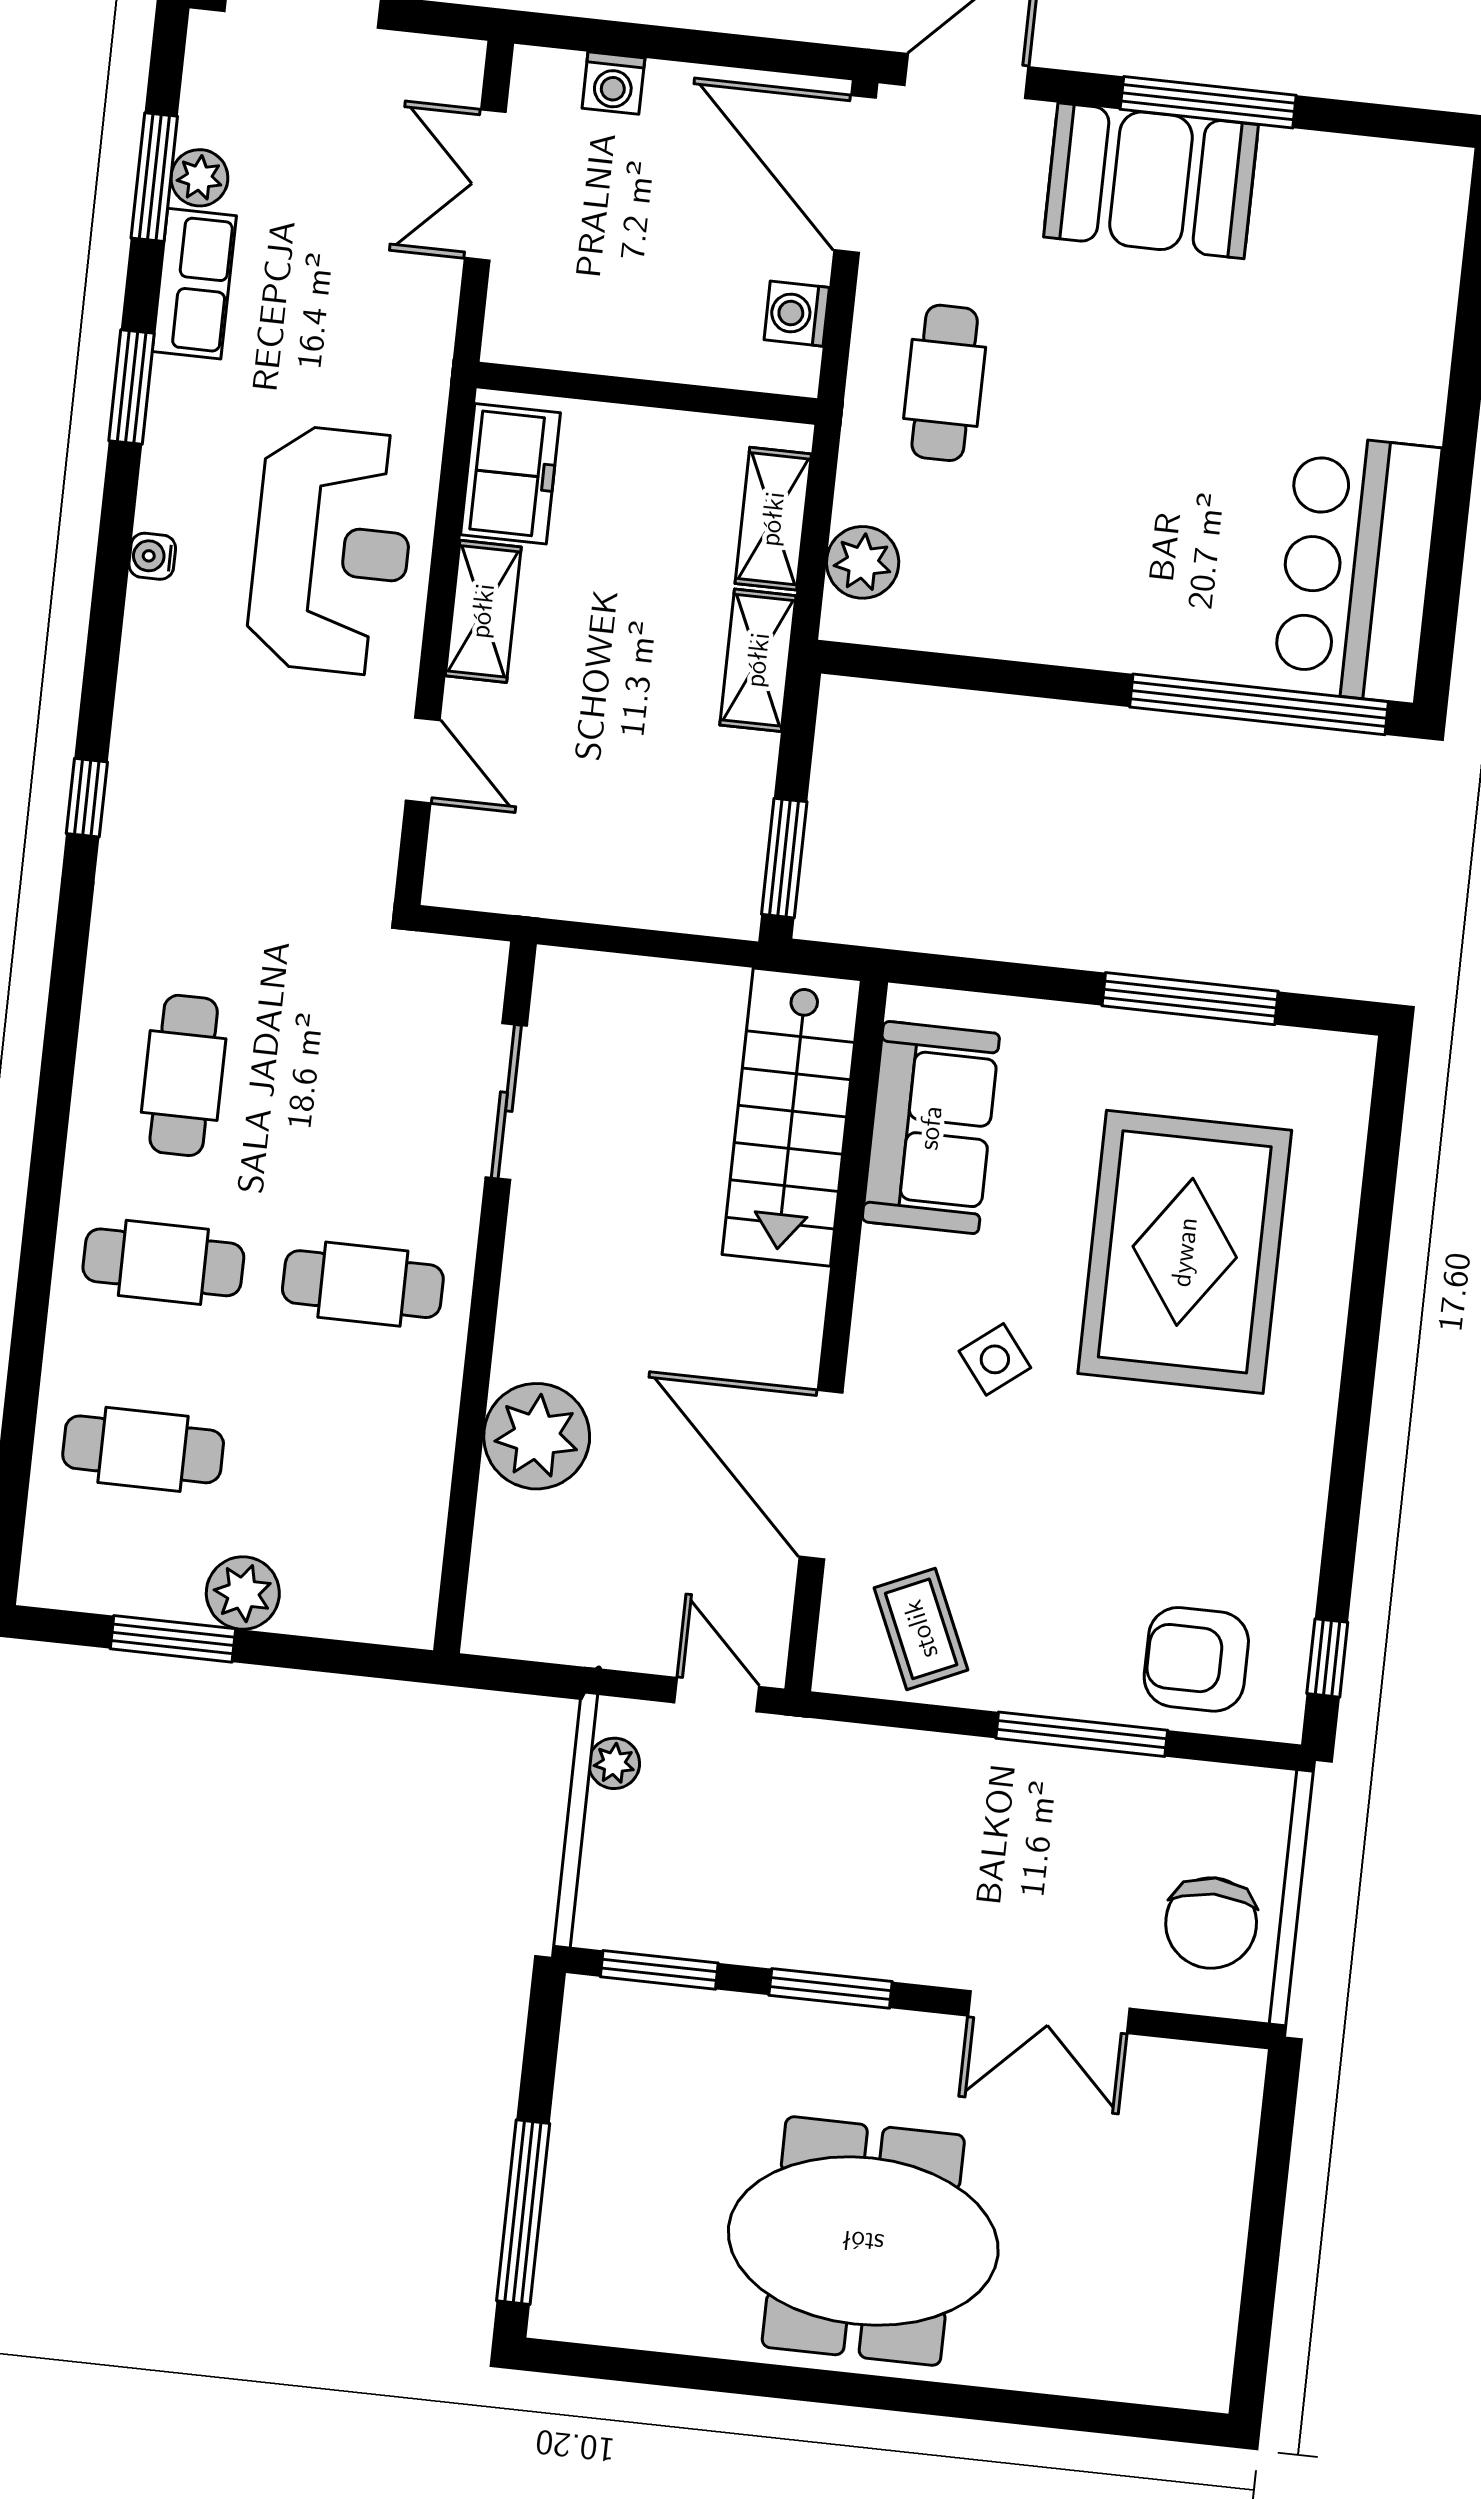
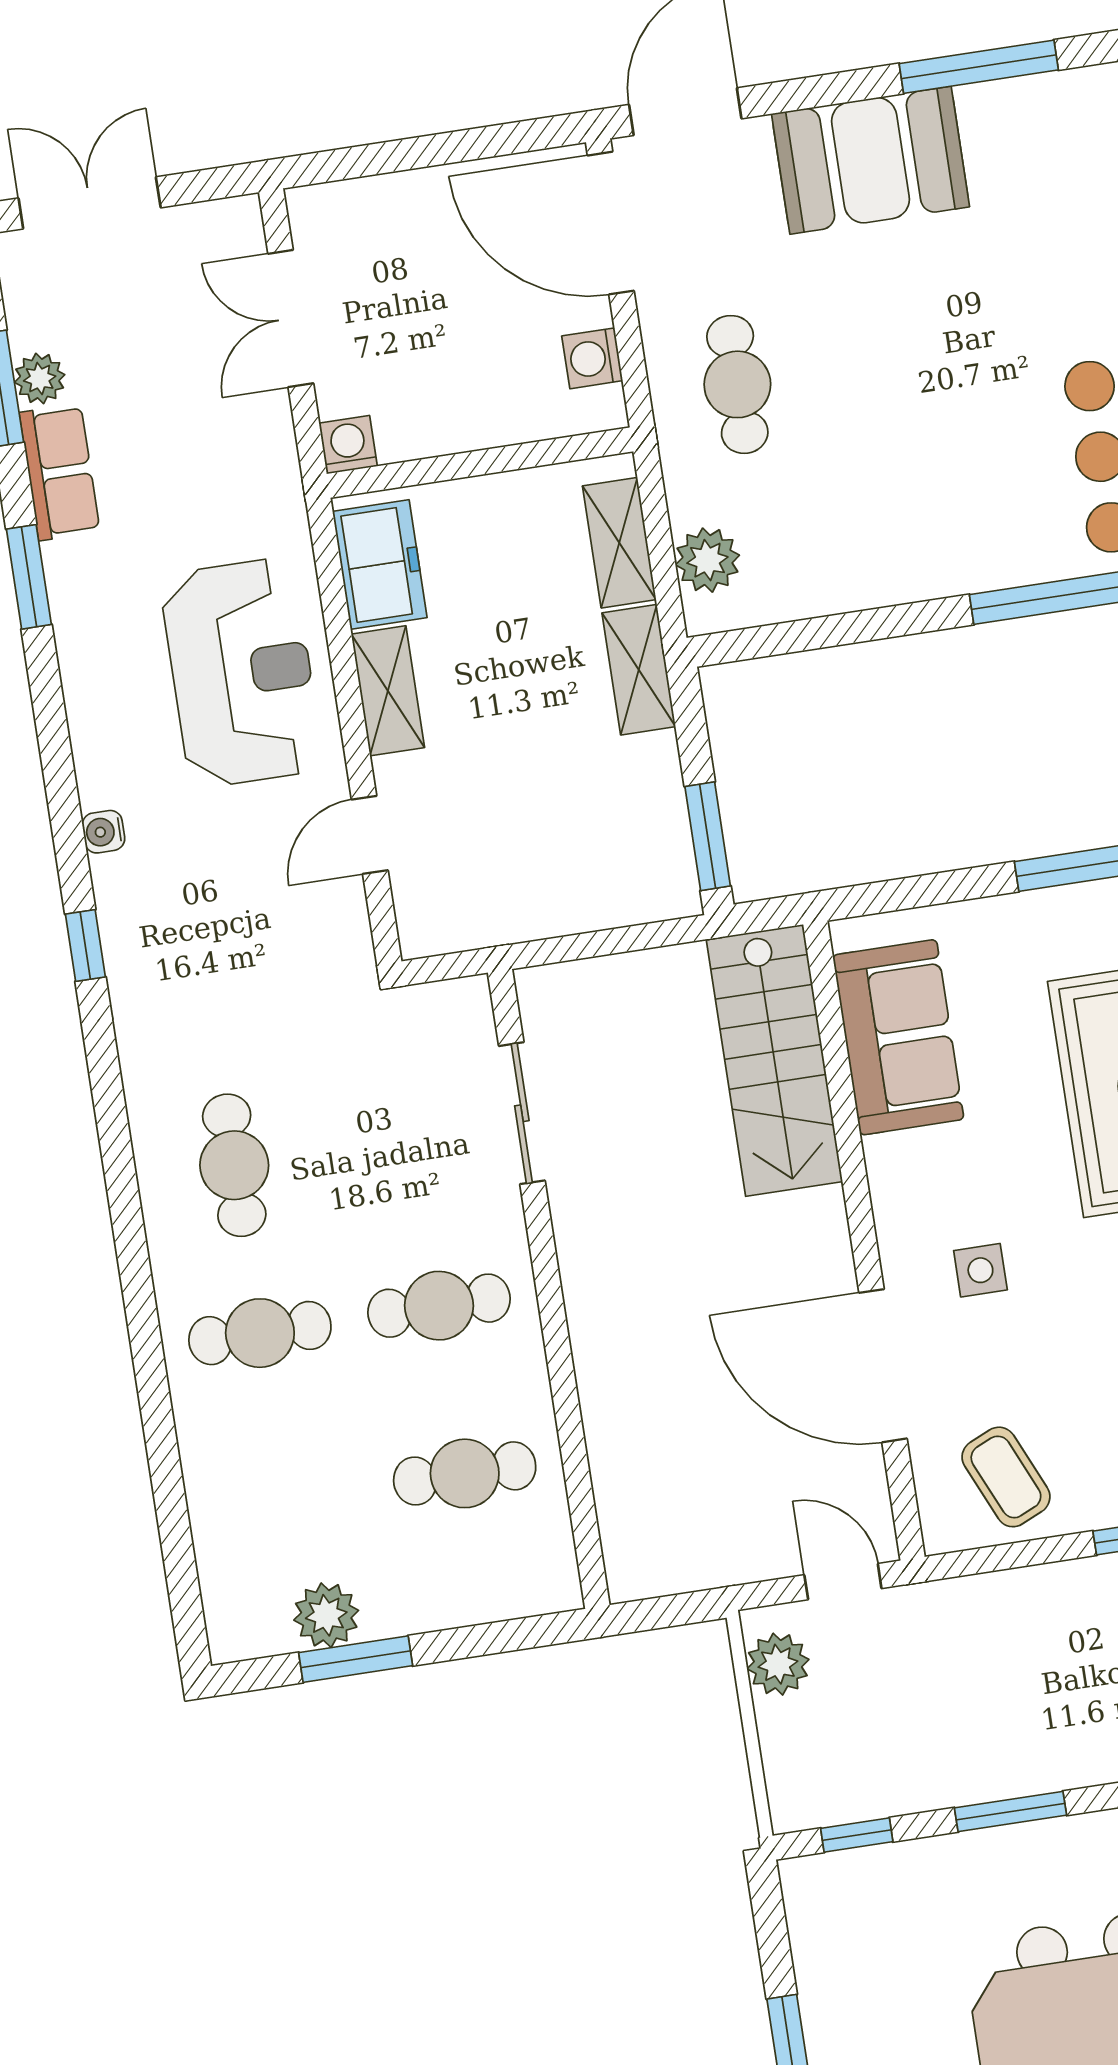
washing machine: (613, 83) -> (348, 445), moved, turned 180
window: (1208, 102) -> (979, 67), moved
water cooler: (152, 556) -> (103, 832), moved
door: (423, 760) -> (370, 835), swing flipped
side table: (995, 1359) -> (980, 1270), moved, turned 38
plant: (537, 1436) -> (626, 1398), removed
cafe table: (143, 1449) -> (465, 1473), moved
plant: (243, 1593) -> (326, 1615), moved
plant: (614, 1763) -> (778, 1664), width x1.38, depth x1.38
window: (659, 1970) -> (857, 1835), width x0.67

